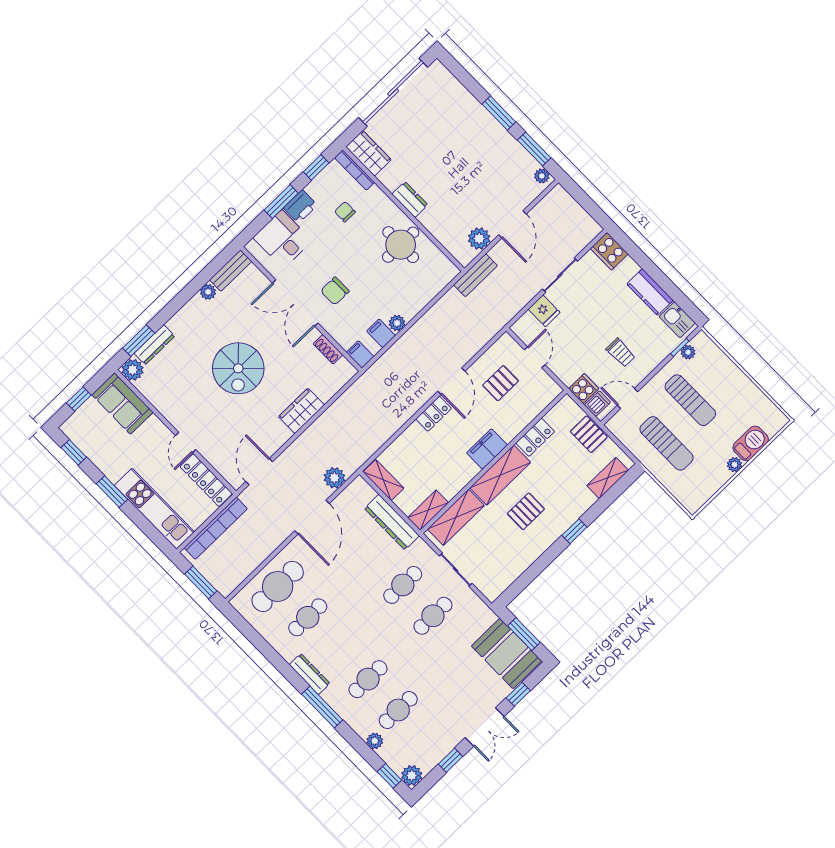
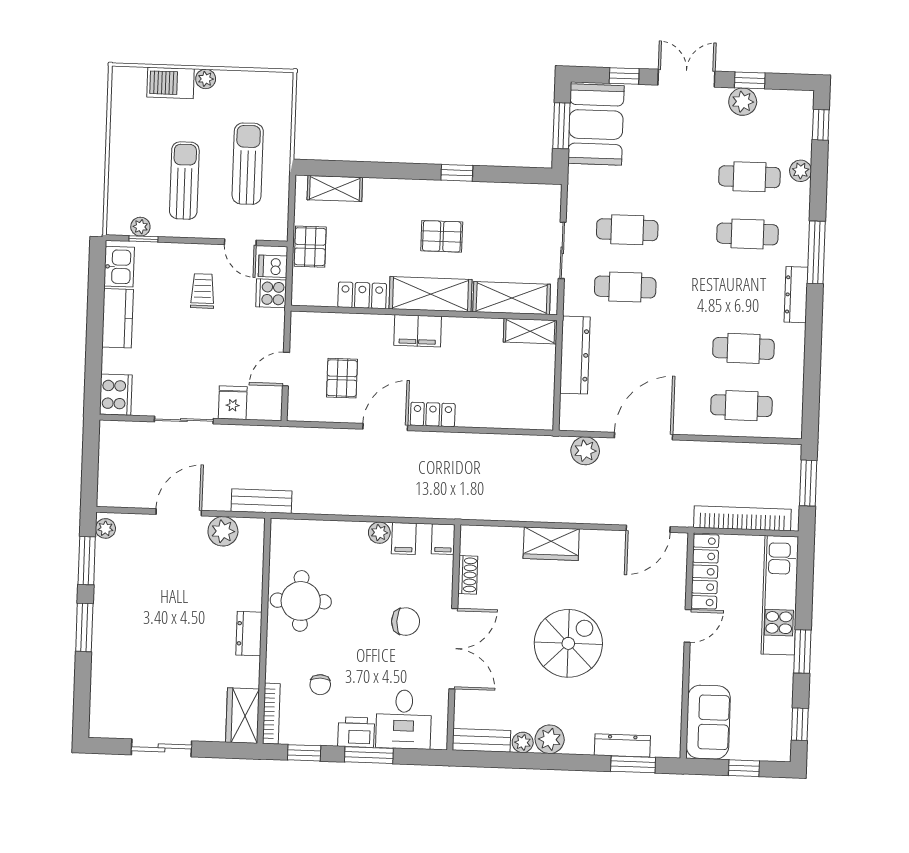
sliding door: (393, 92) -> (161, 748), width x0.54
plant: (133, 370) -> (550, 739), moved
pallet: (501, 383) -> (342, 378), turned 90
shelving: (384, 480) -> (542, 402), removed
window: (574, 531) -> (457, 173), moved
cafe table: (278, 586) -> (741, 406), width x0.73, depth x0.74
plant: (412, 776) -> (743, 102), moved

